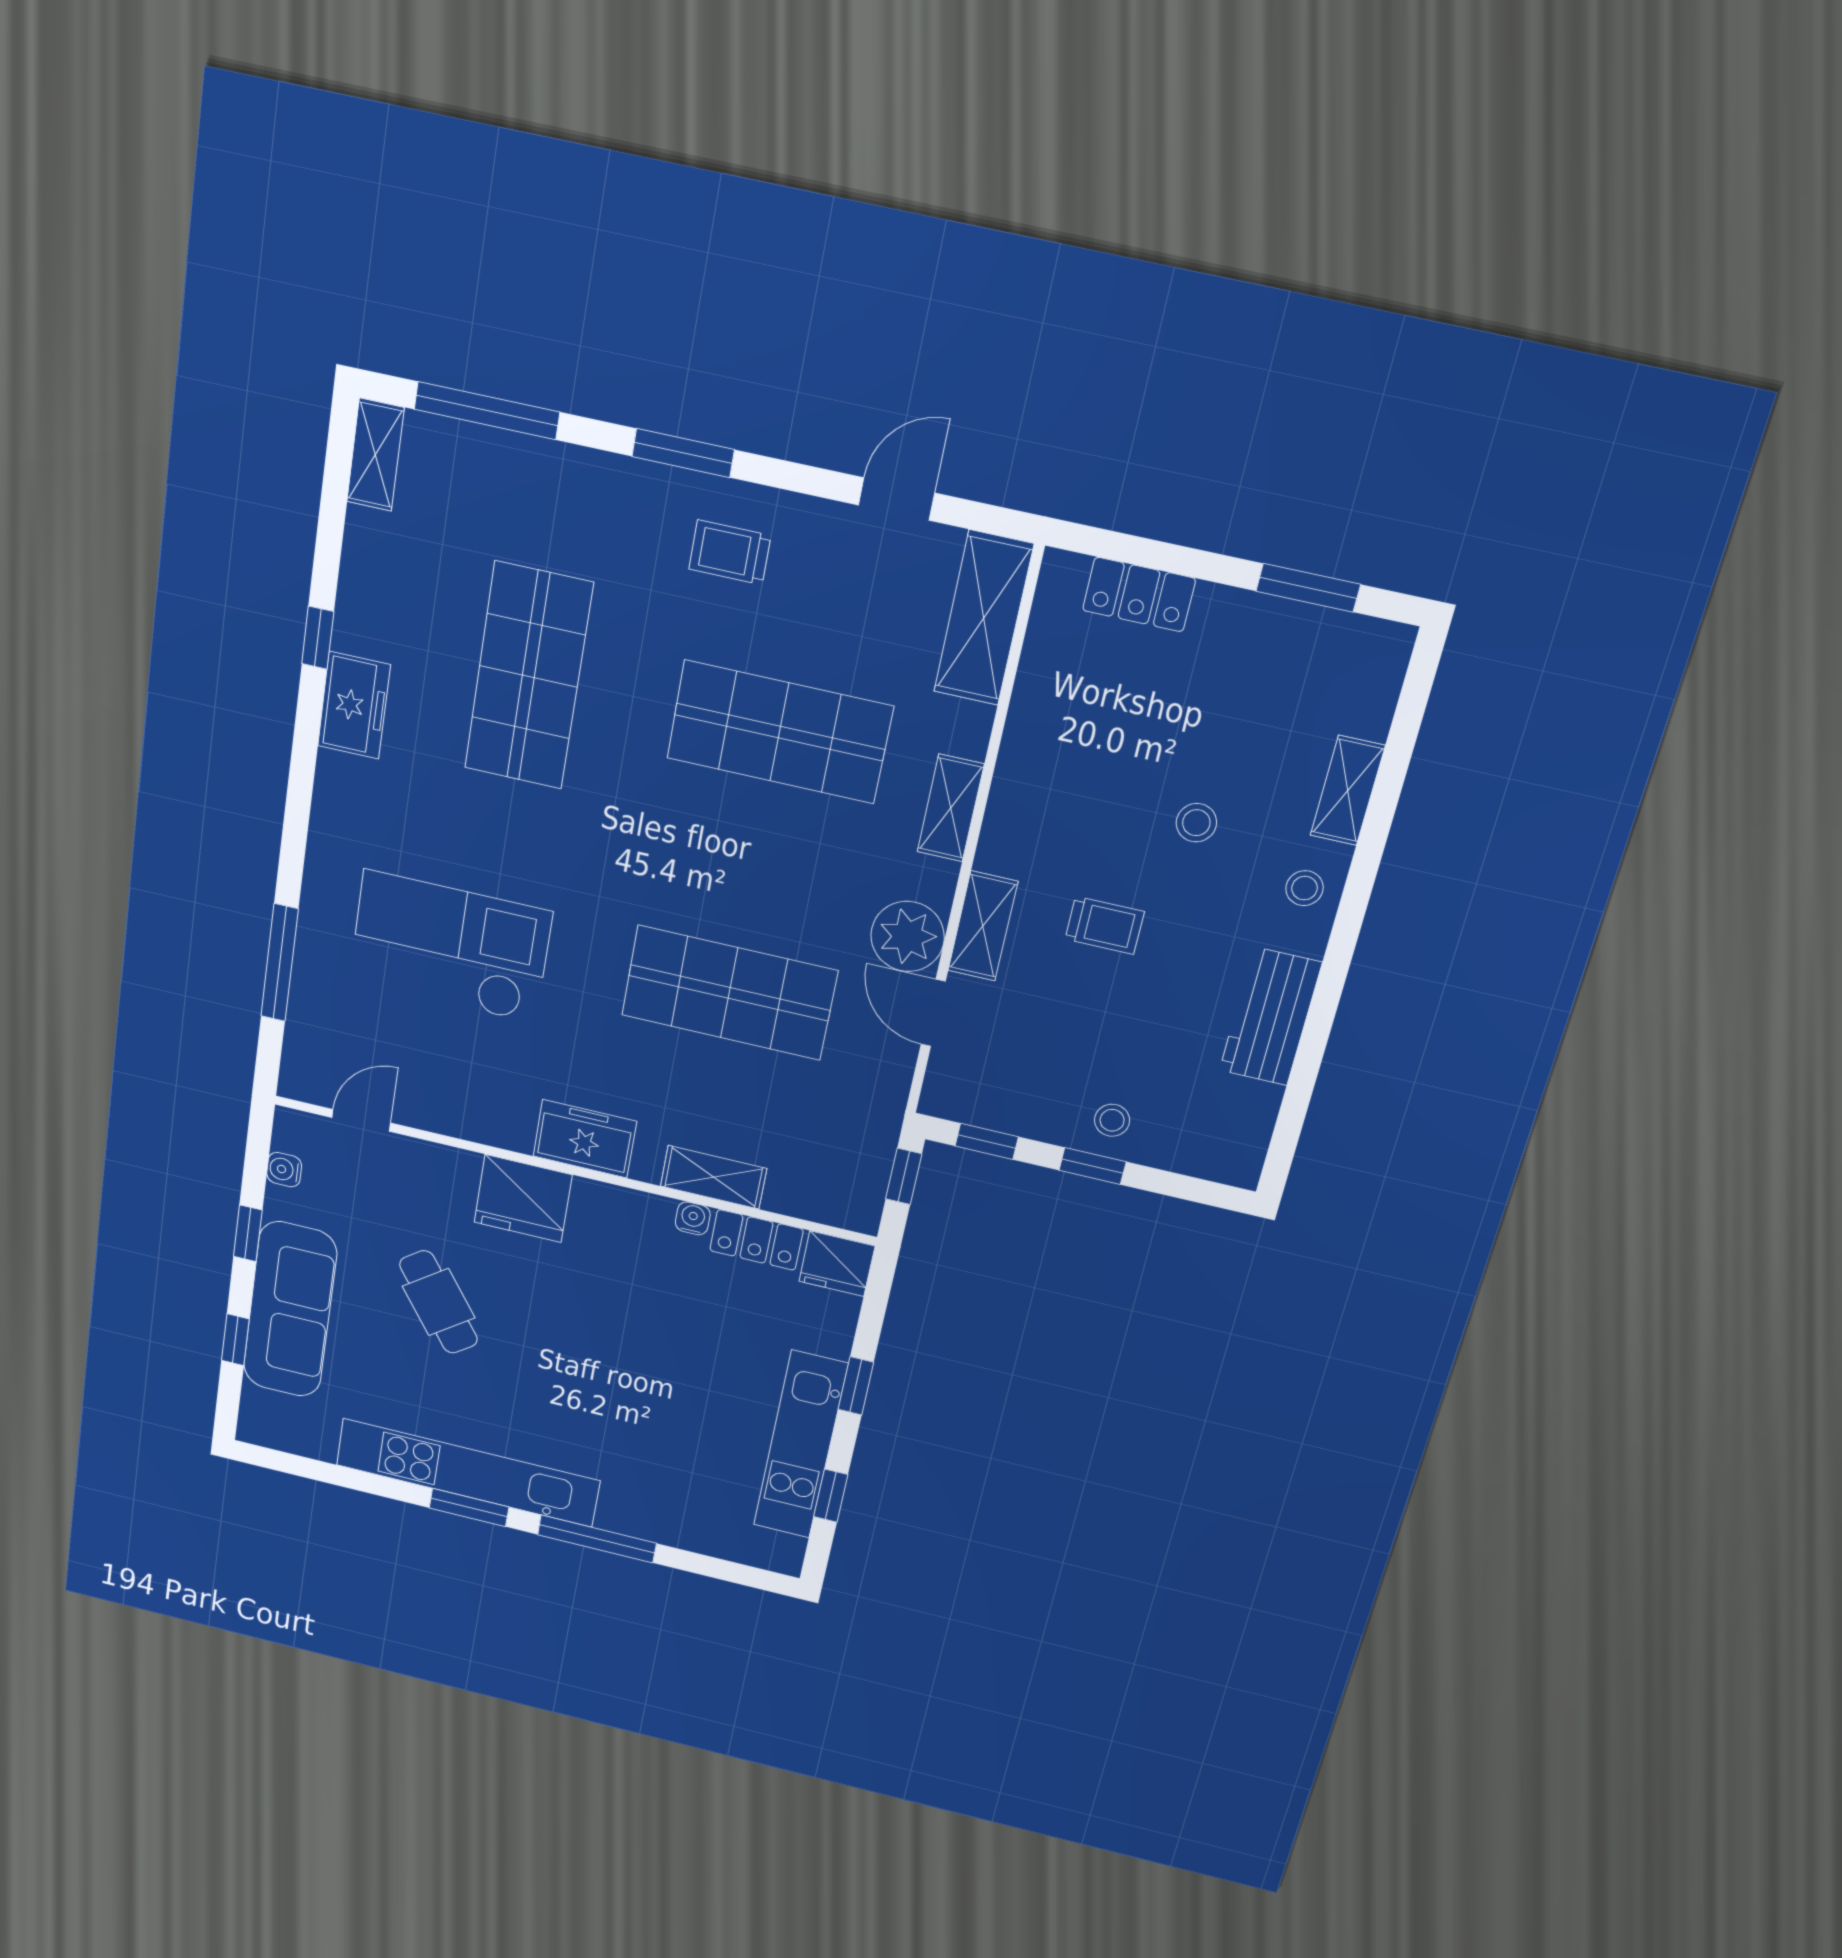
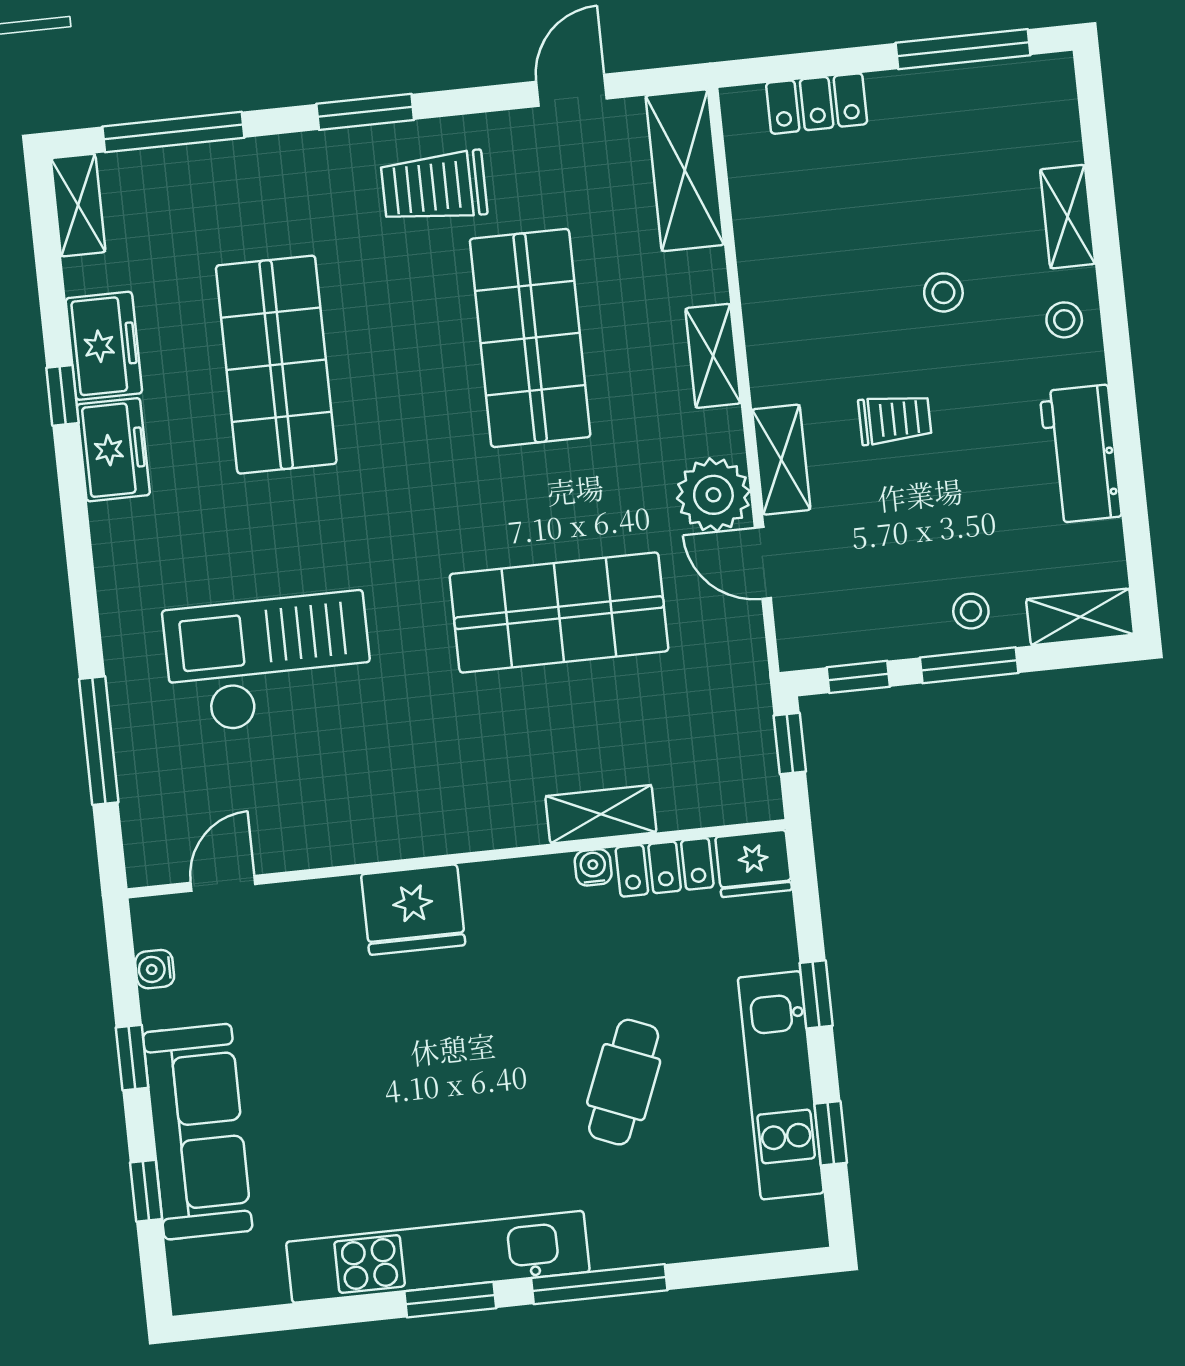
trolley: (730, 552) -> (434, 187), width x1.36, depth x1.39
window: (1308, 588) -> (963, 49), width x1.44
shop shelf: (780, 732) -> (530, 338), turned 90
freezer: (585, 1139) -> (104, 346), moved, turned 90
shelving: (1212, 1160) -> (1080, 617), added
window: (1093, 1166) -> (969, 665), width x1.50
cafe table: (439, 1302) -> (624, 1082), moved, turned 58

